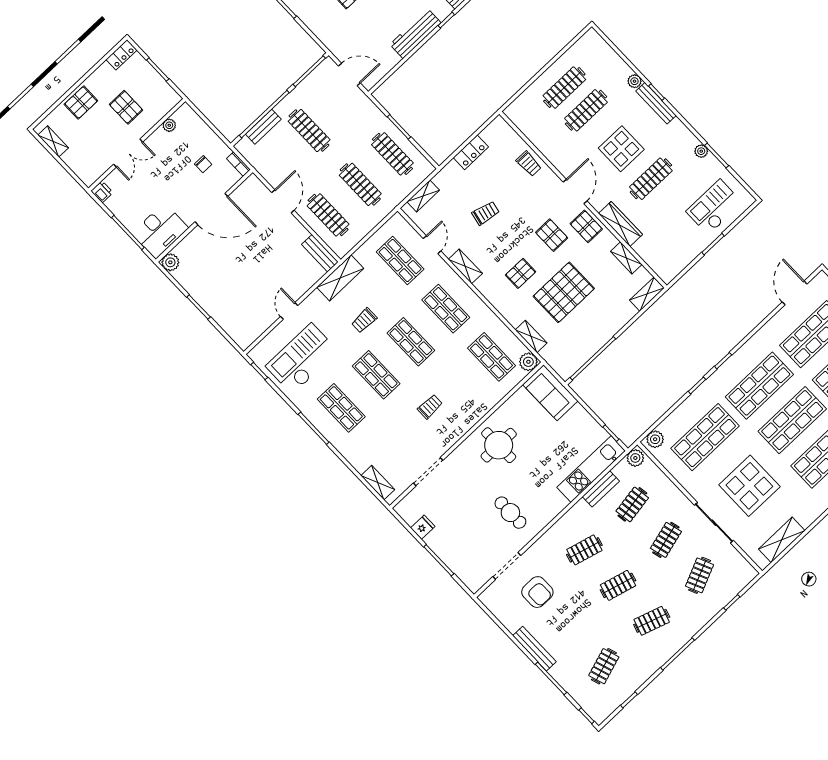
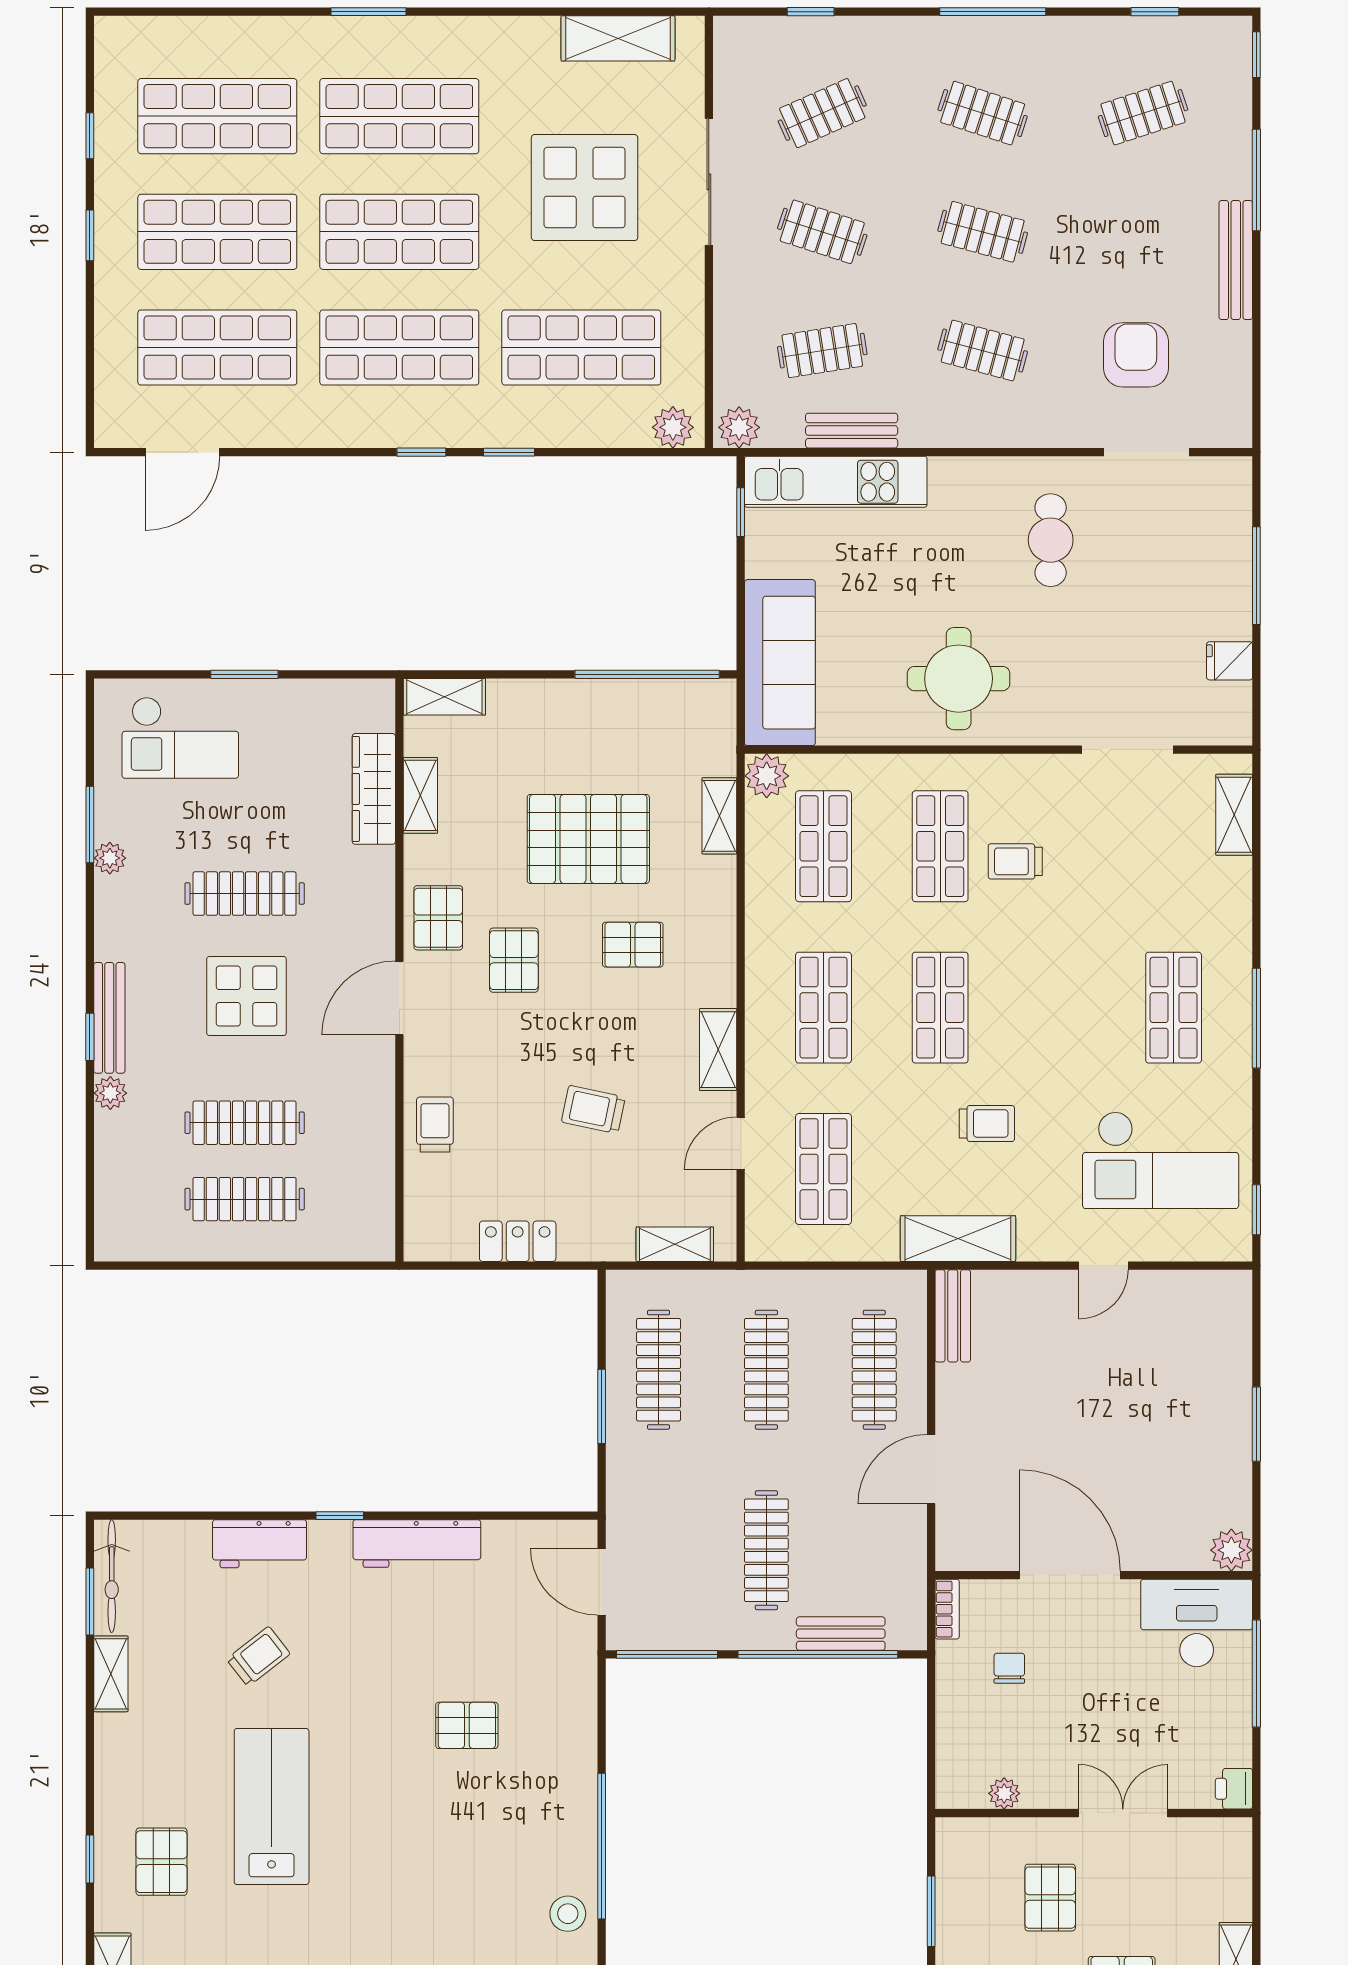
wardrobe: (620, 224) -> (374, 789), moved
shop shelf: (376, 375) -> (940, 846), moved
sofa: (550, 393) -> (780, 663), width x1.36
clothes rail: (666, 540) -> (822, 232), turned 33

